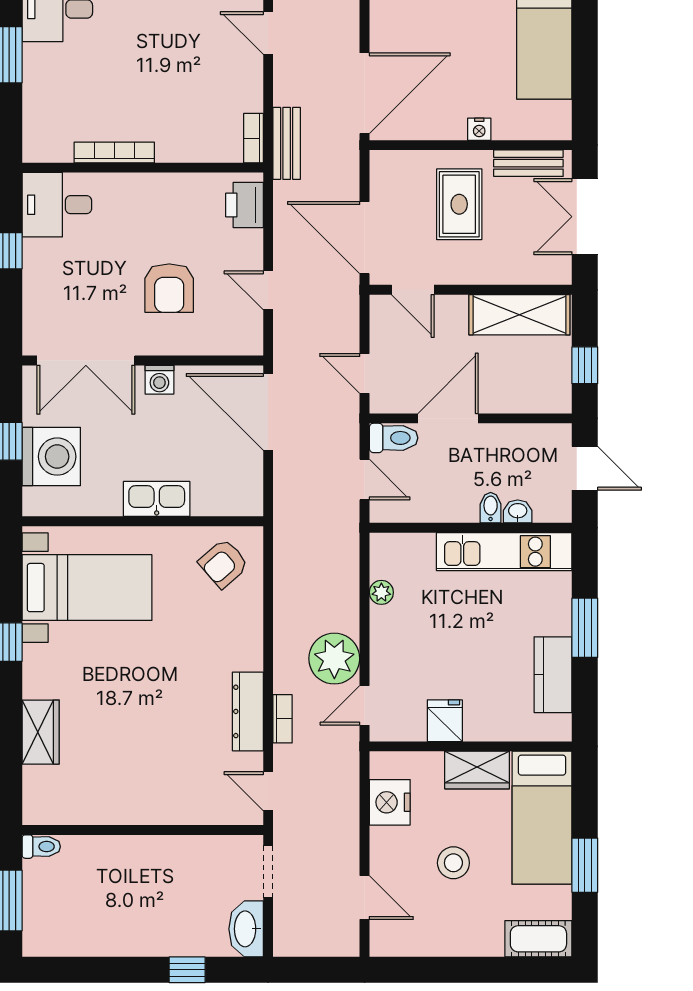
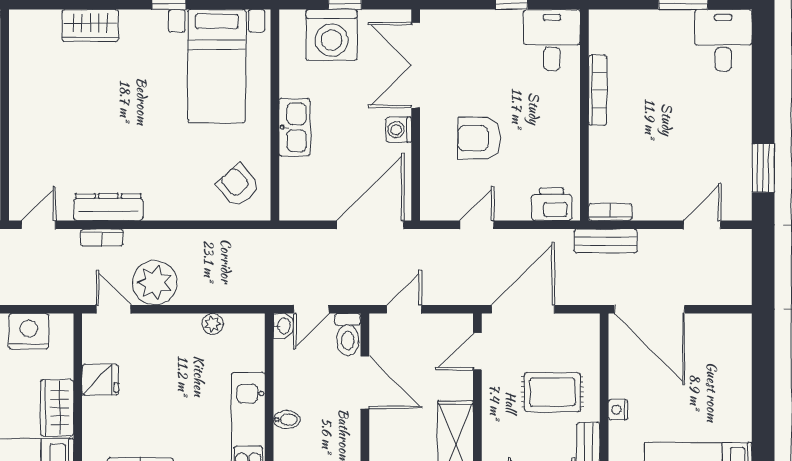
washbasin: (518, 511) -> (283, 326), moved

